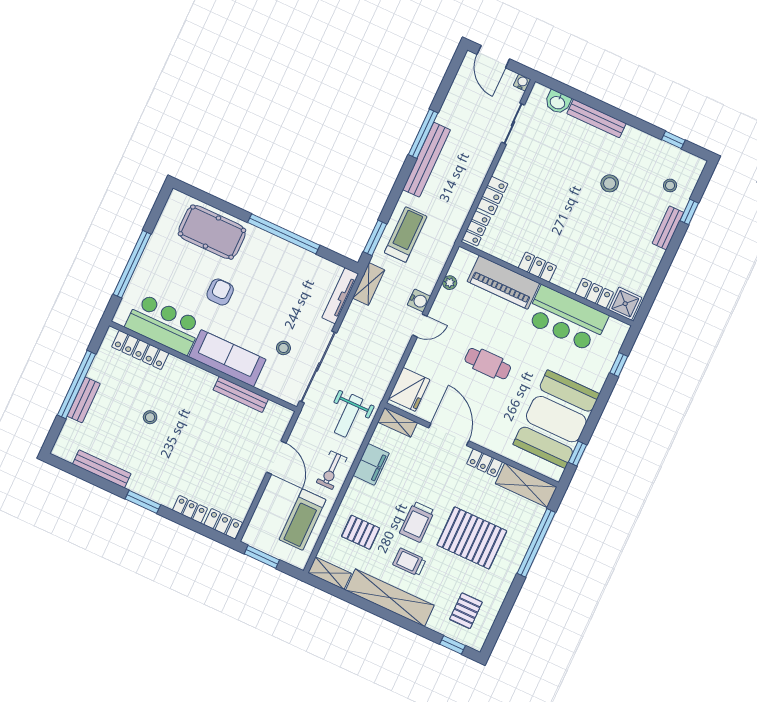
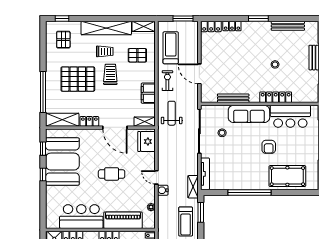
door: (420, 326) -> (156, 177), hinge flipped
locker: (140, 350) -> (276, 97), moved
window: (619, 365) -> (43, 174), moved

